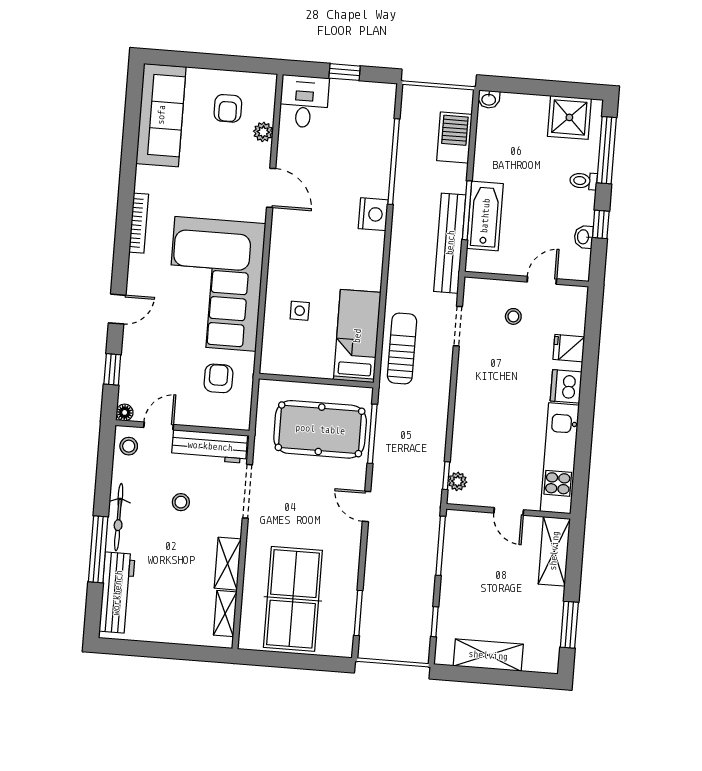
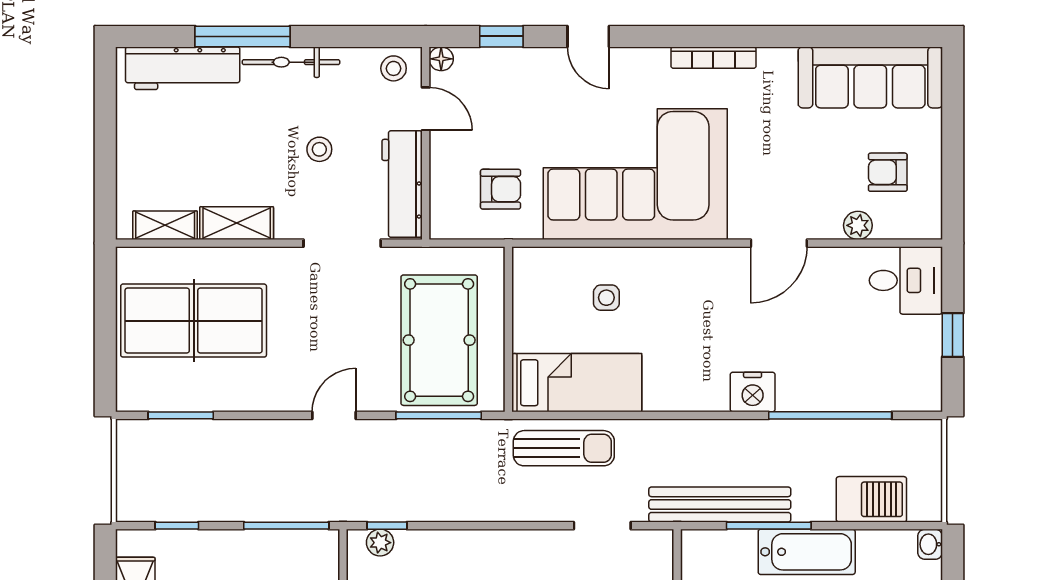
bathtub: (485, 216) -> (807, 552), moved

